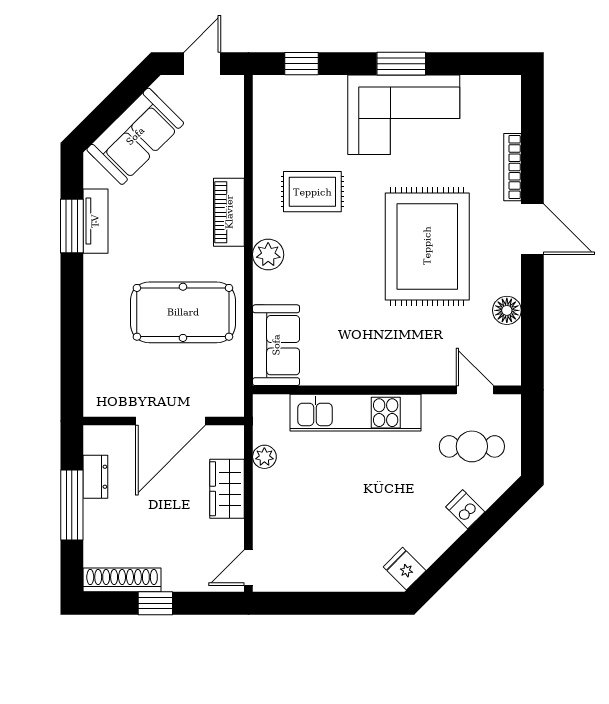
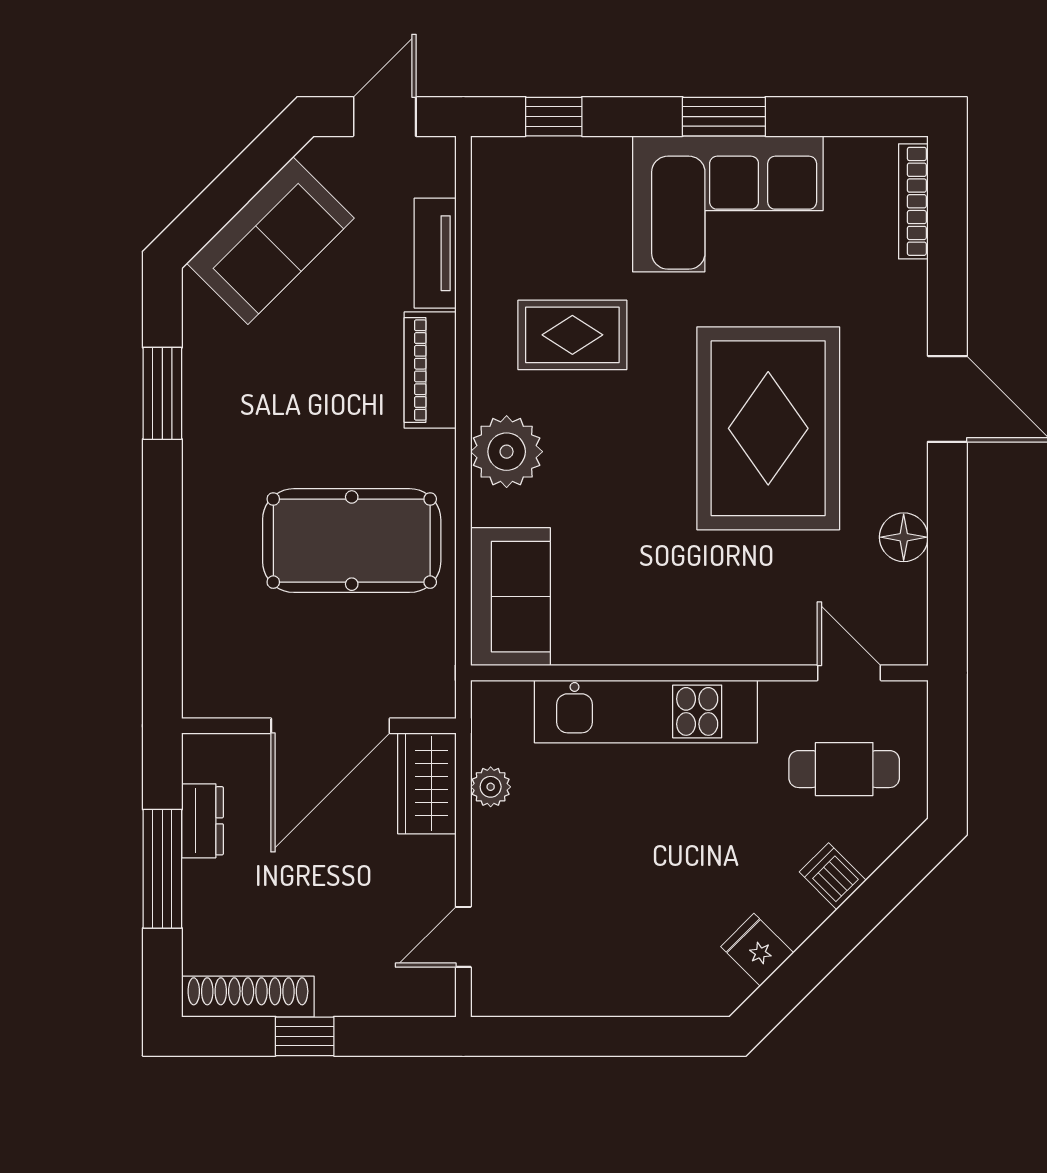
bookcase: (512, 167) -> (913, 201), moved
tv unit: (95, 221) -> (435, 253), moved, turned 180
plant: (268, 255) -> (507, 452), width x1.36, depth x1.36
wardrobe: (227, 489) -> (427, 783), moved
door: (248, 568) -> (463, 937), moved
fridge: (405, 569) -> (757, 950), moved

